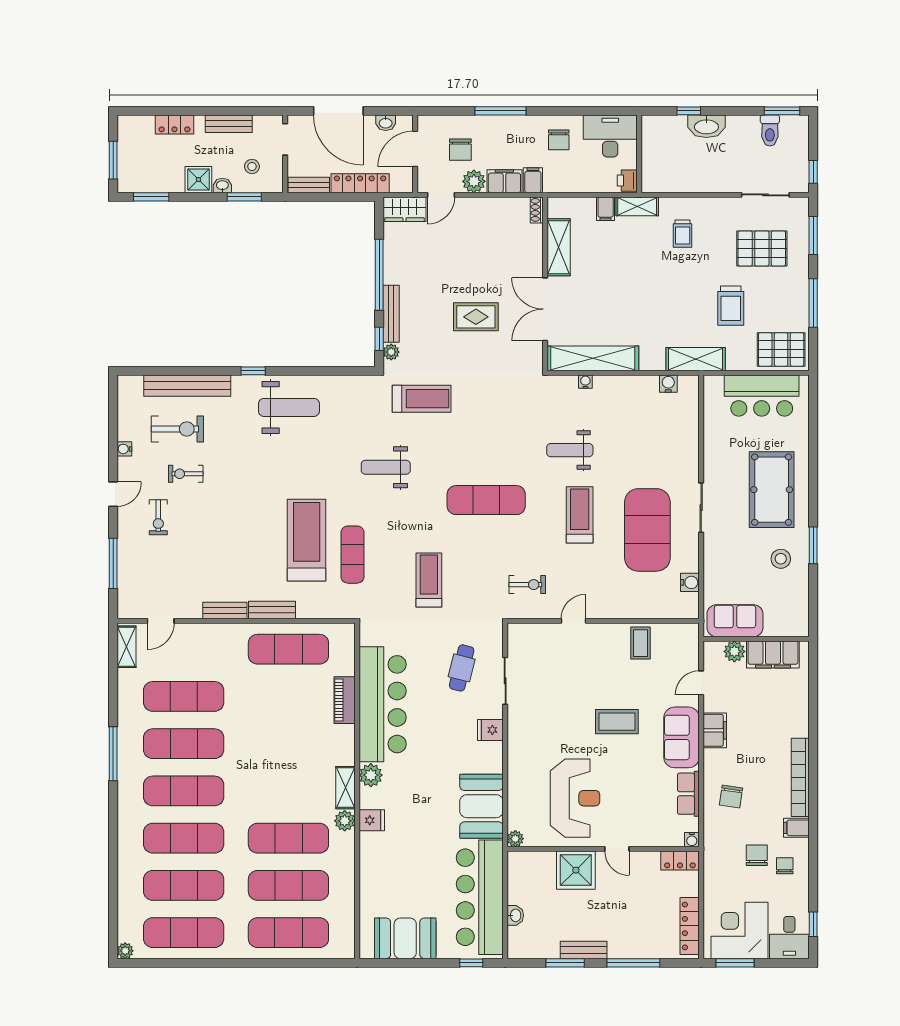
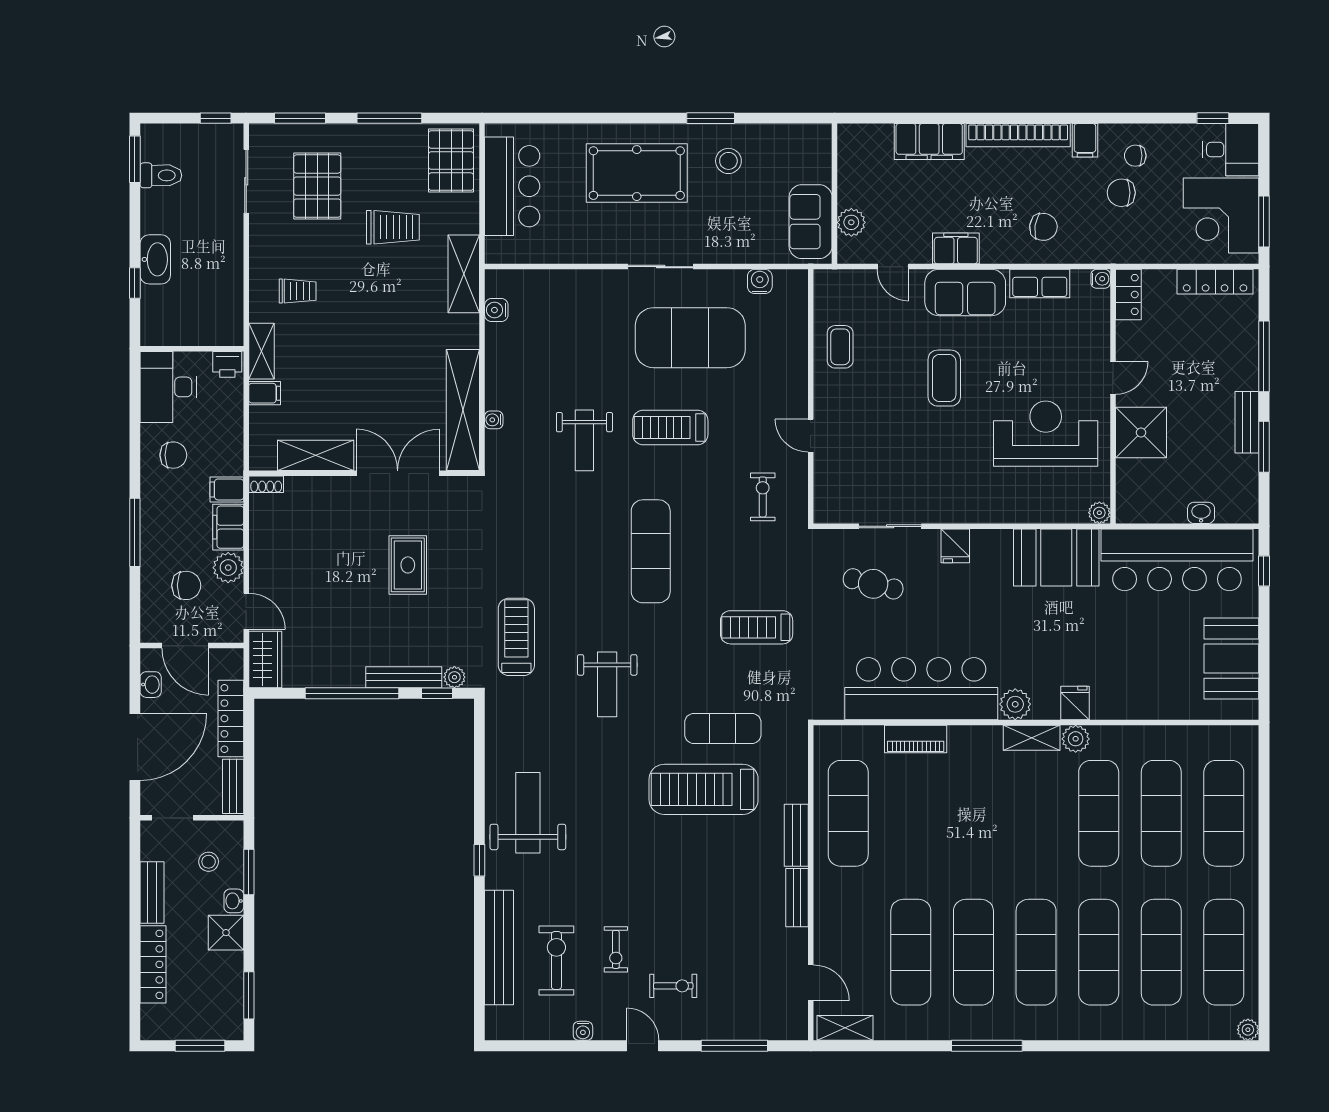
locker: (174, 125) -> (153, 964), width x1.53
double door: (545, 309) -> (398, 473), swing flipped
coffee table: (640, 643) -> (840, 347), turned 90
filing cabinet: (773, 655) -> (929, 141), moved, turned 90

